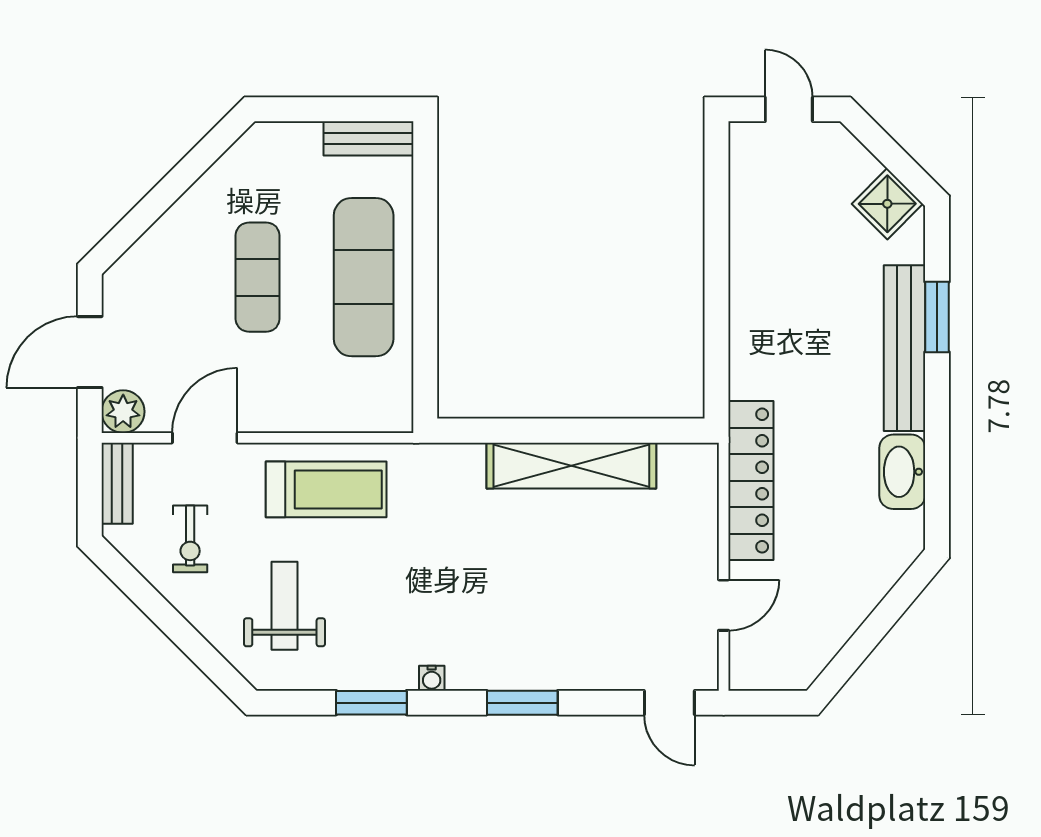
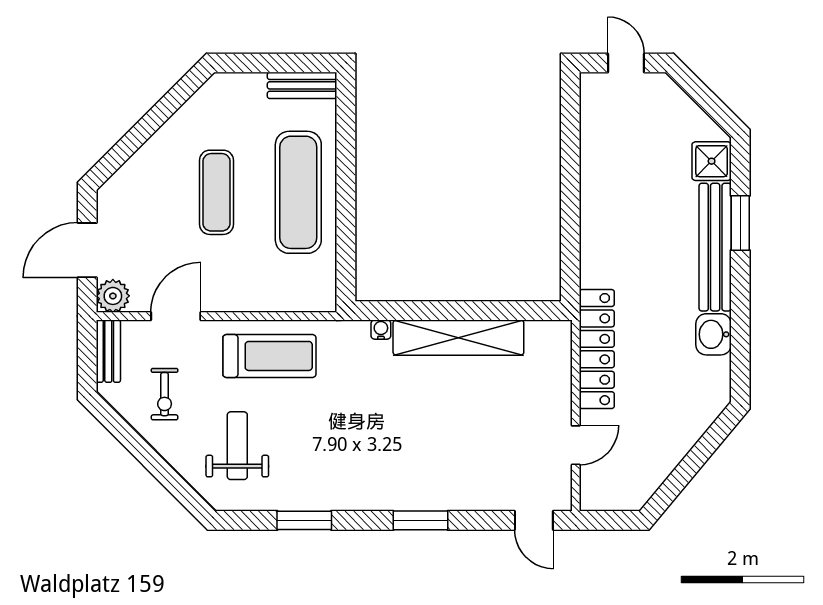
shower: (887, 204) -> (712, 161), moved, turned -45
washbasin: (902, 472) -> (713, 334), width x0.72
water cooler: (432, 678) -> (381, 330), moved, turned 180

